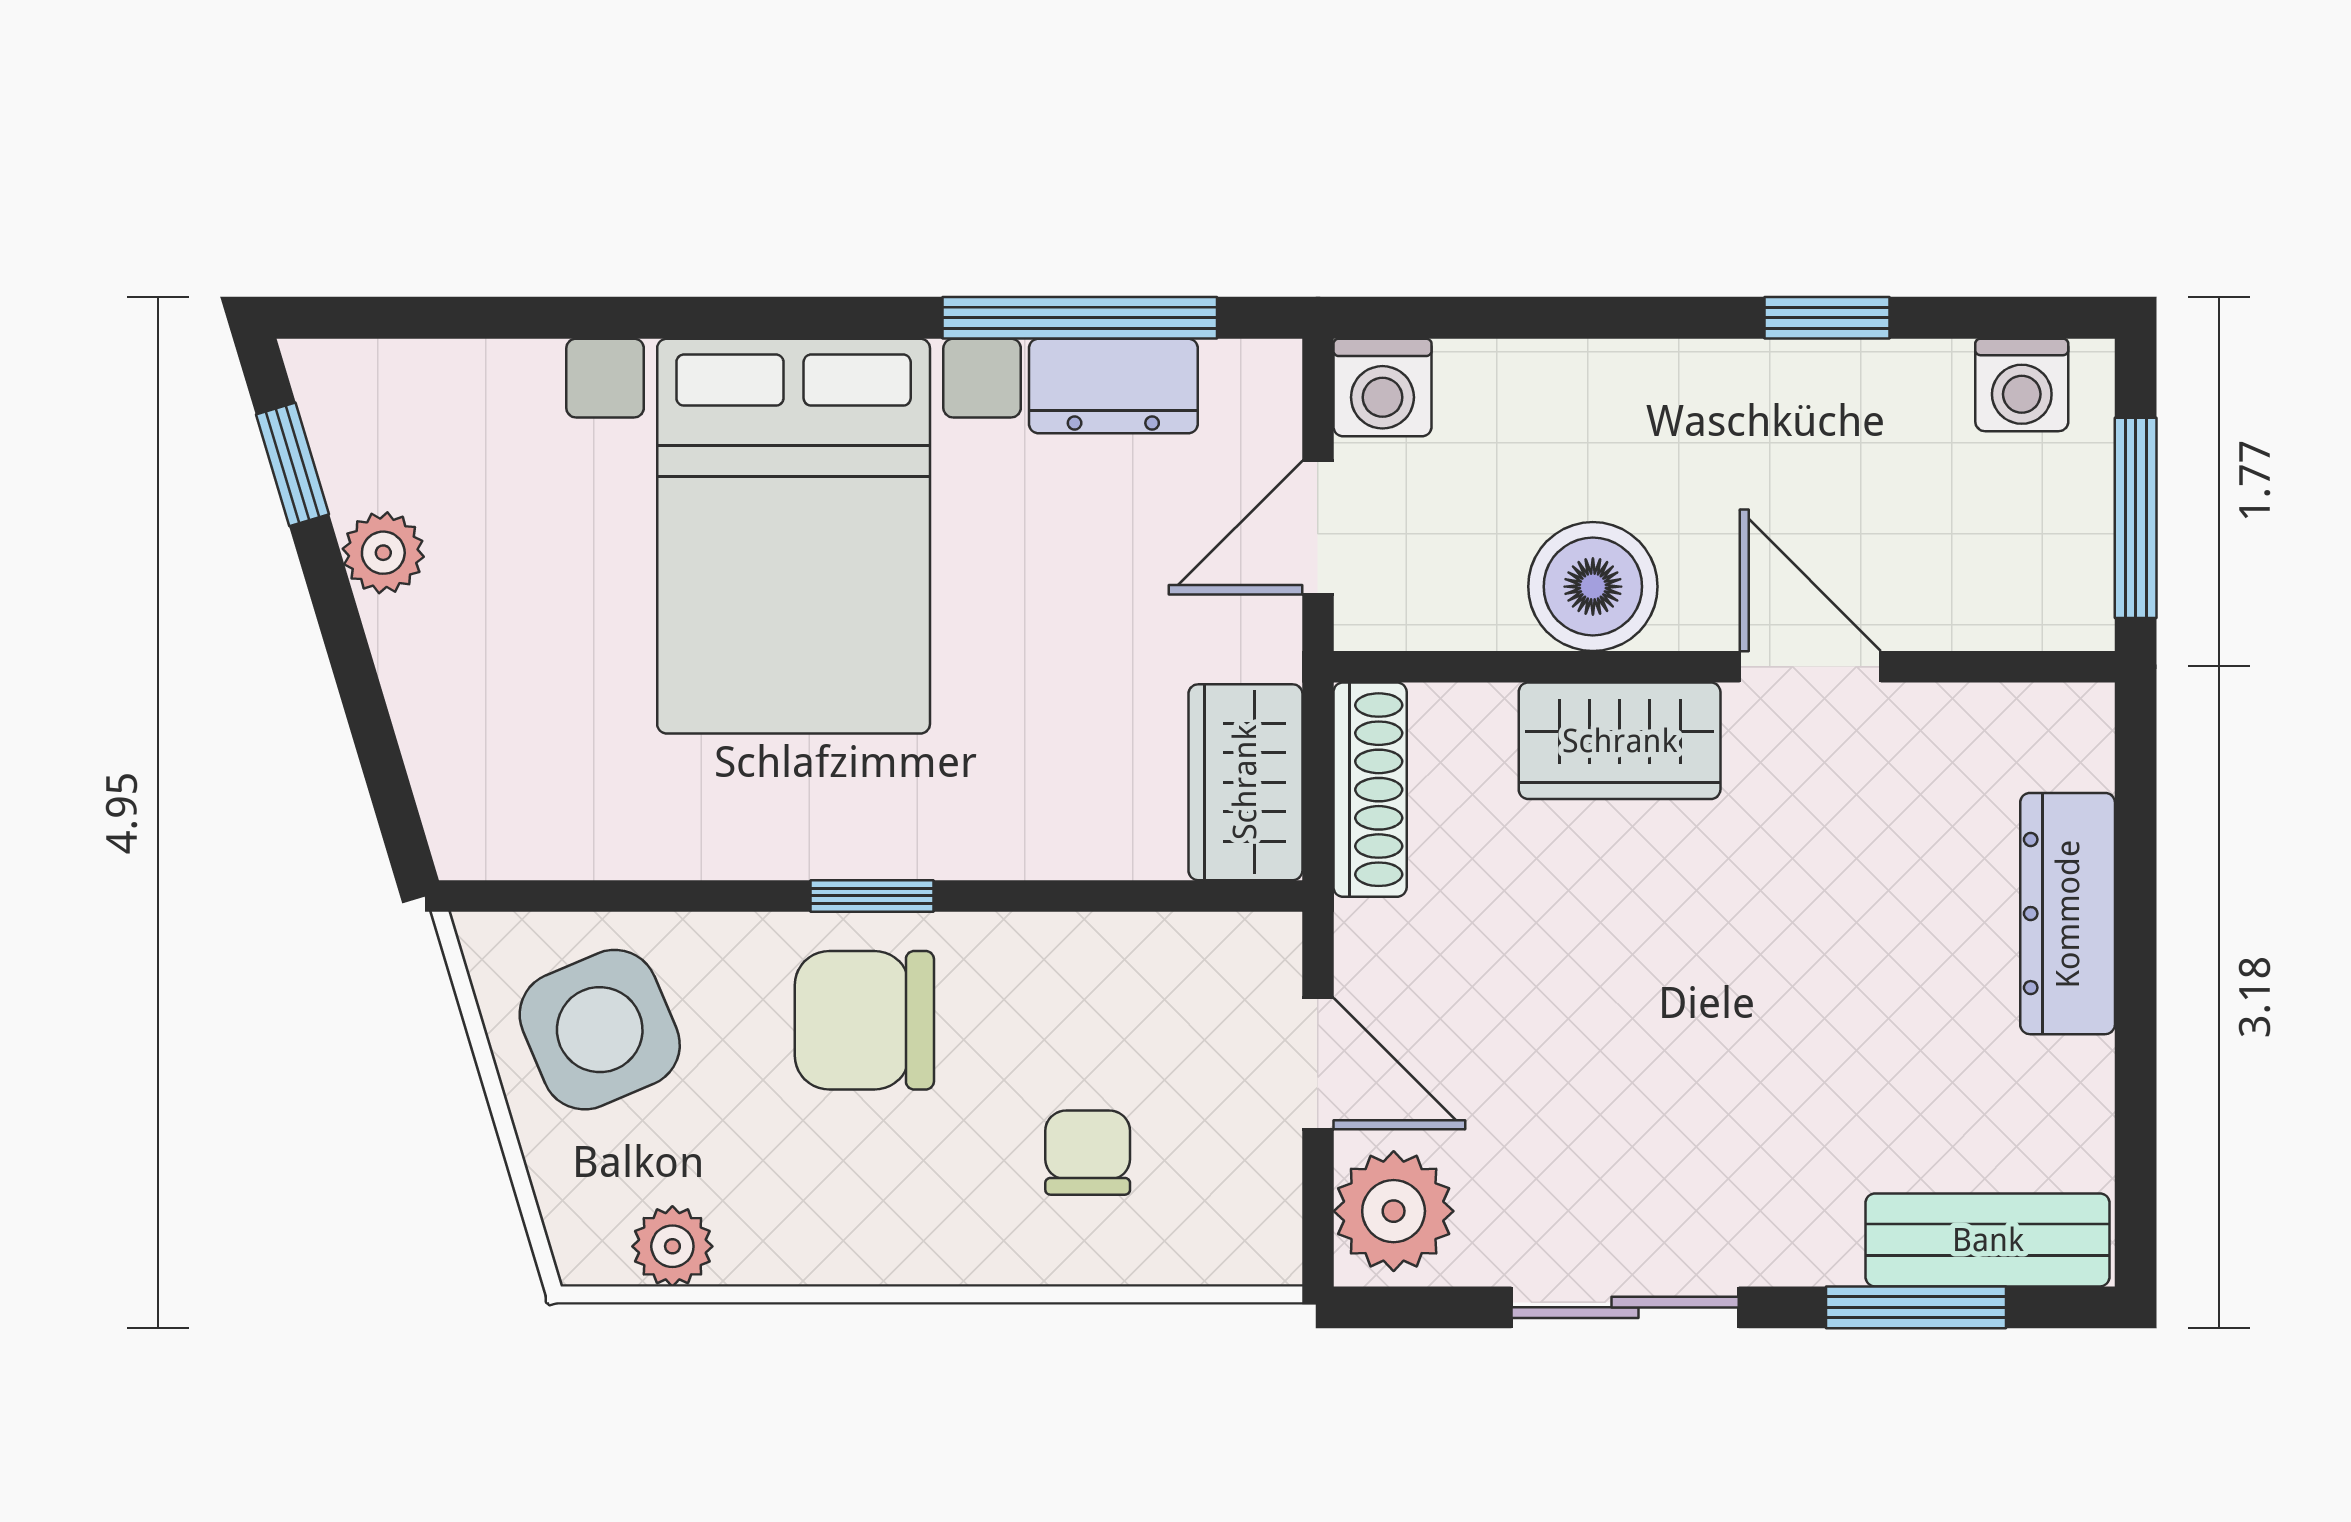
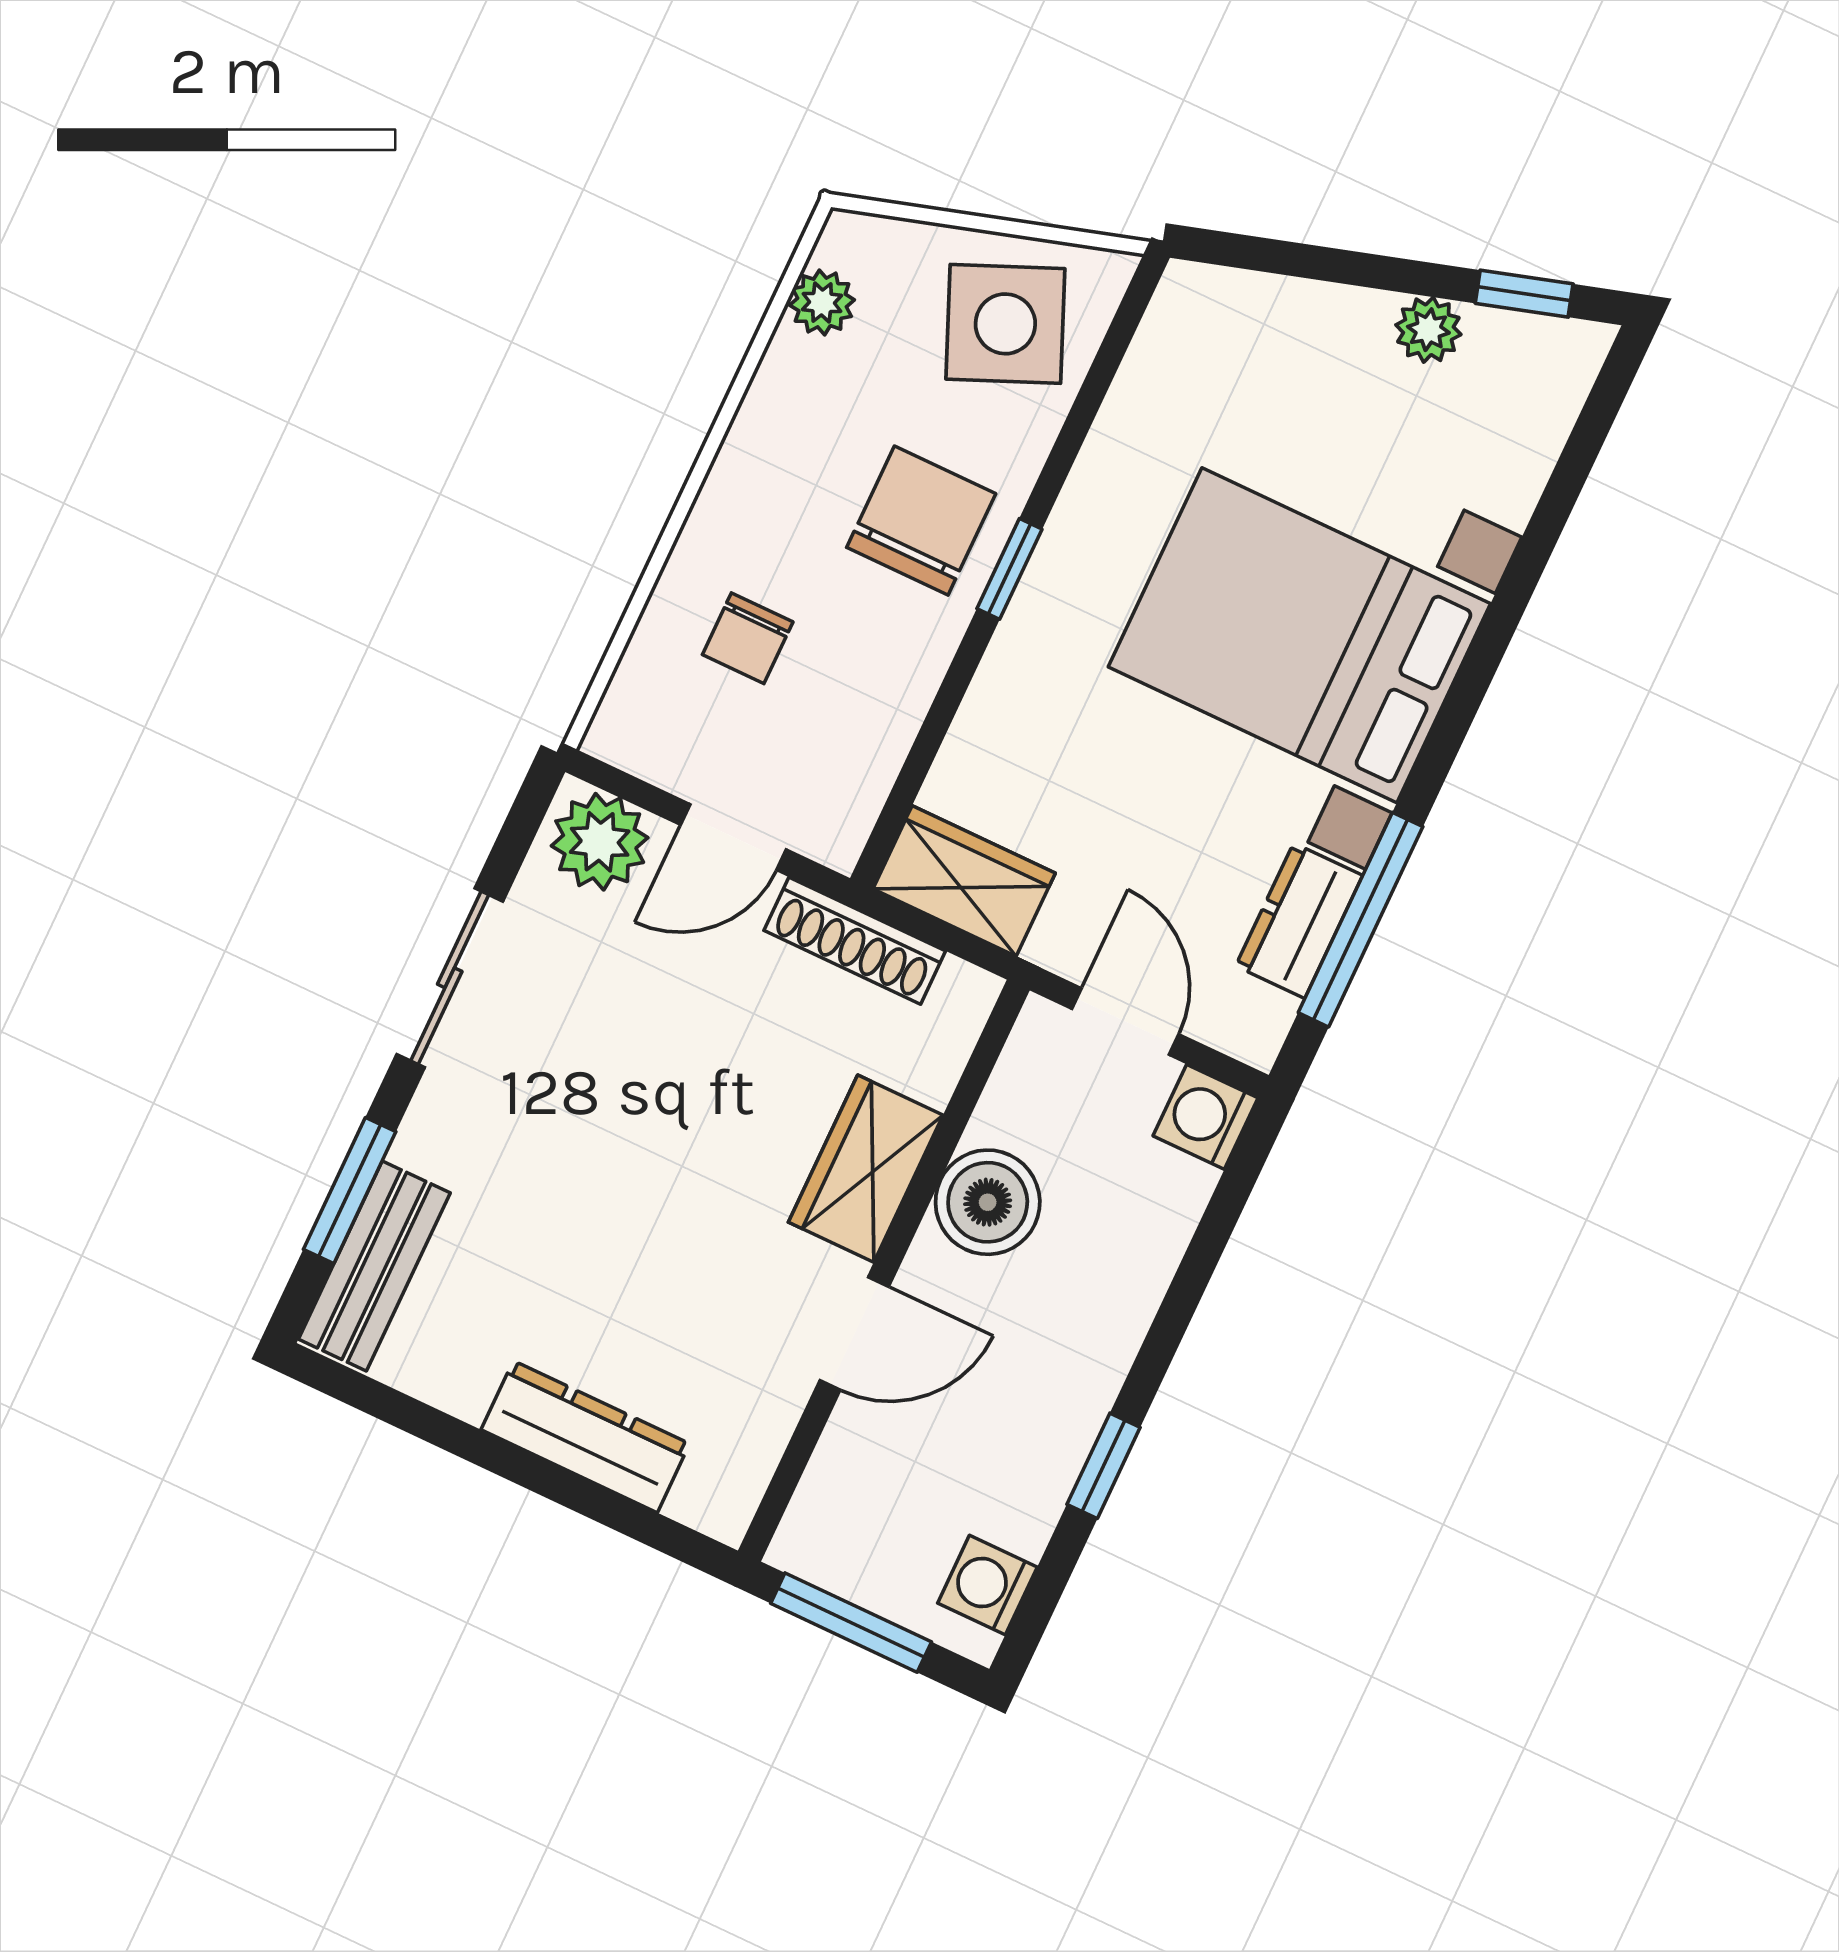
shoe rack: (1370, 790) -> (855, 941), moved
chair: (1088, 1153) -> (748, 638), turned 90

